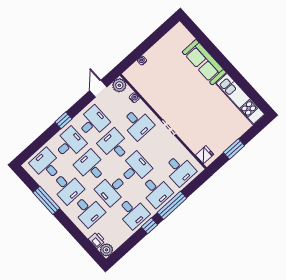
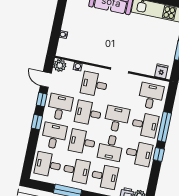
window: (82, 104) -> (42, 100), added
desk: (138, 124) -> (94, 84), turned 180
desk: (180, 170) -> (151, 96), turned -90

